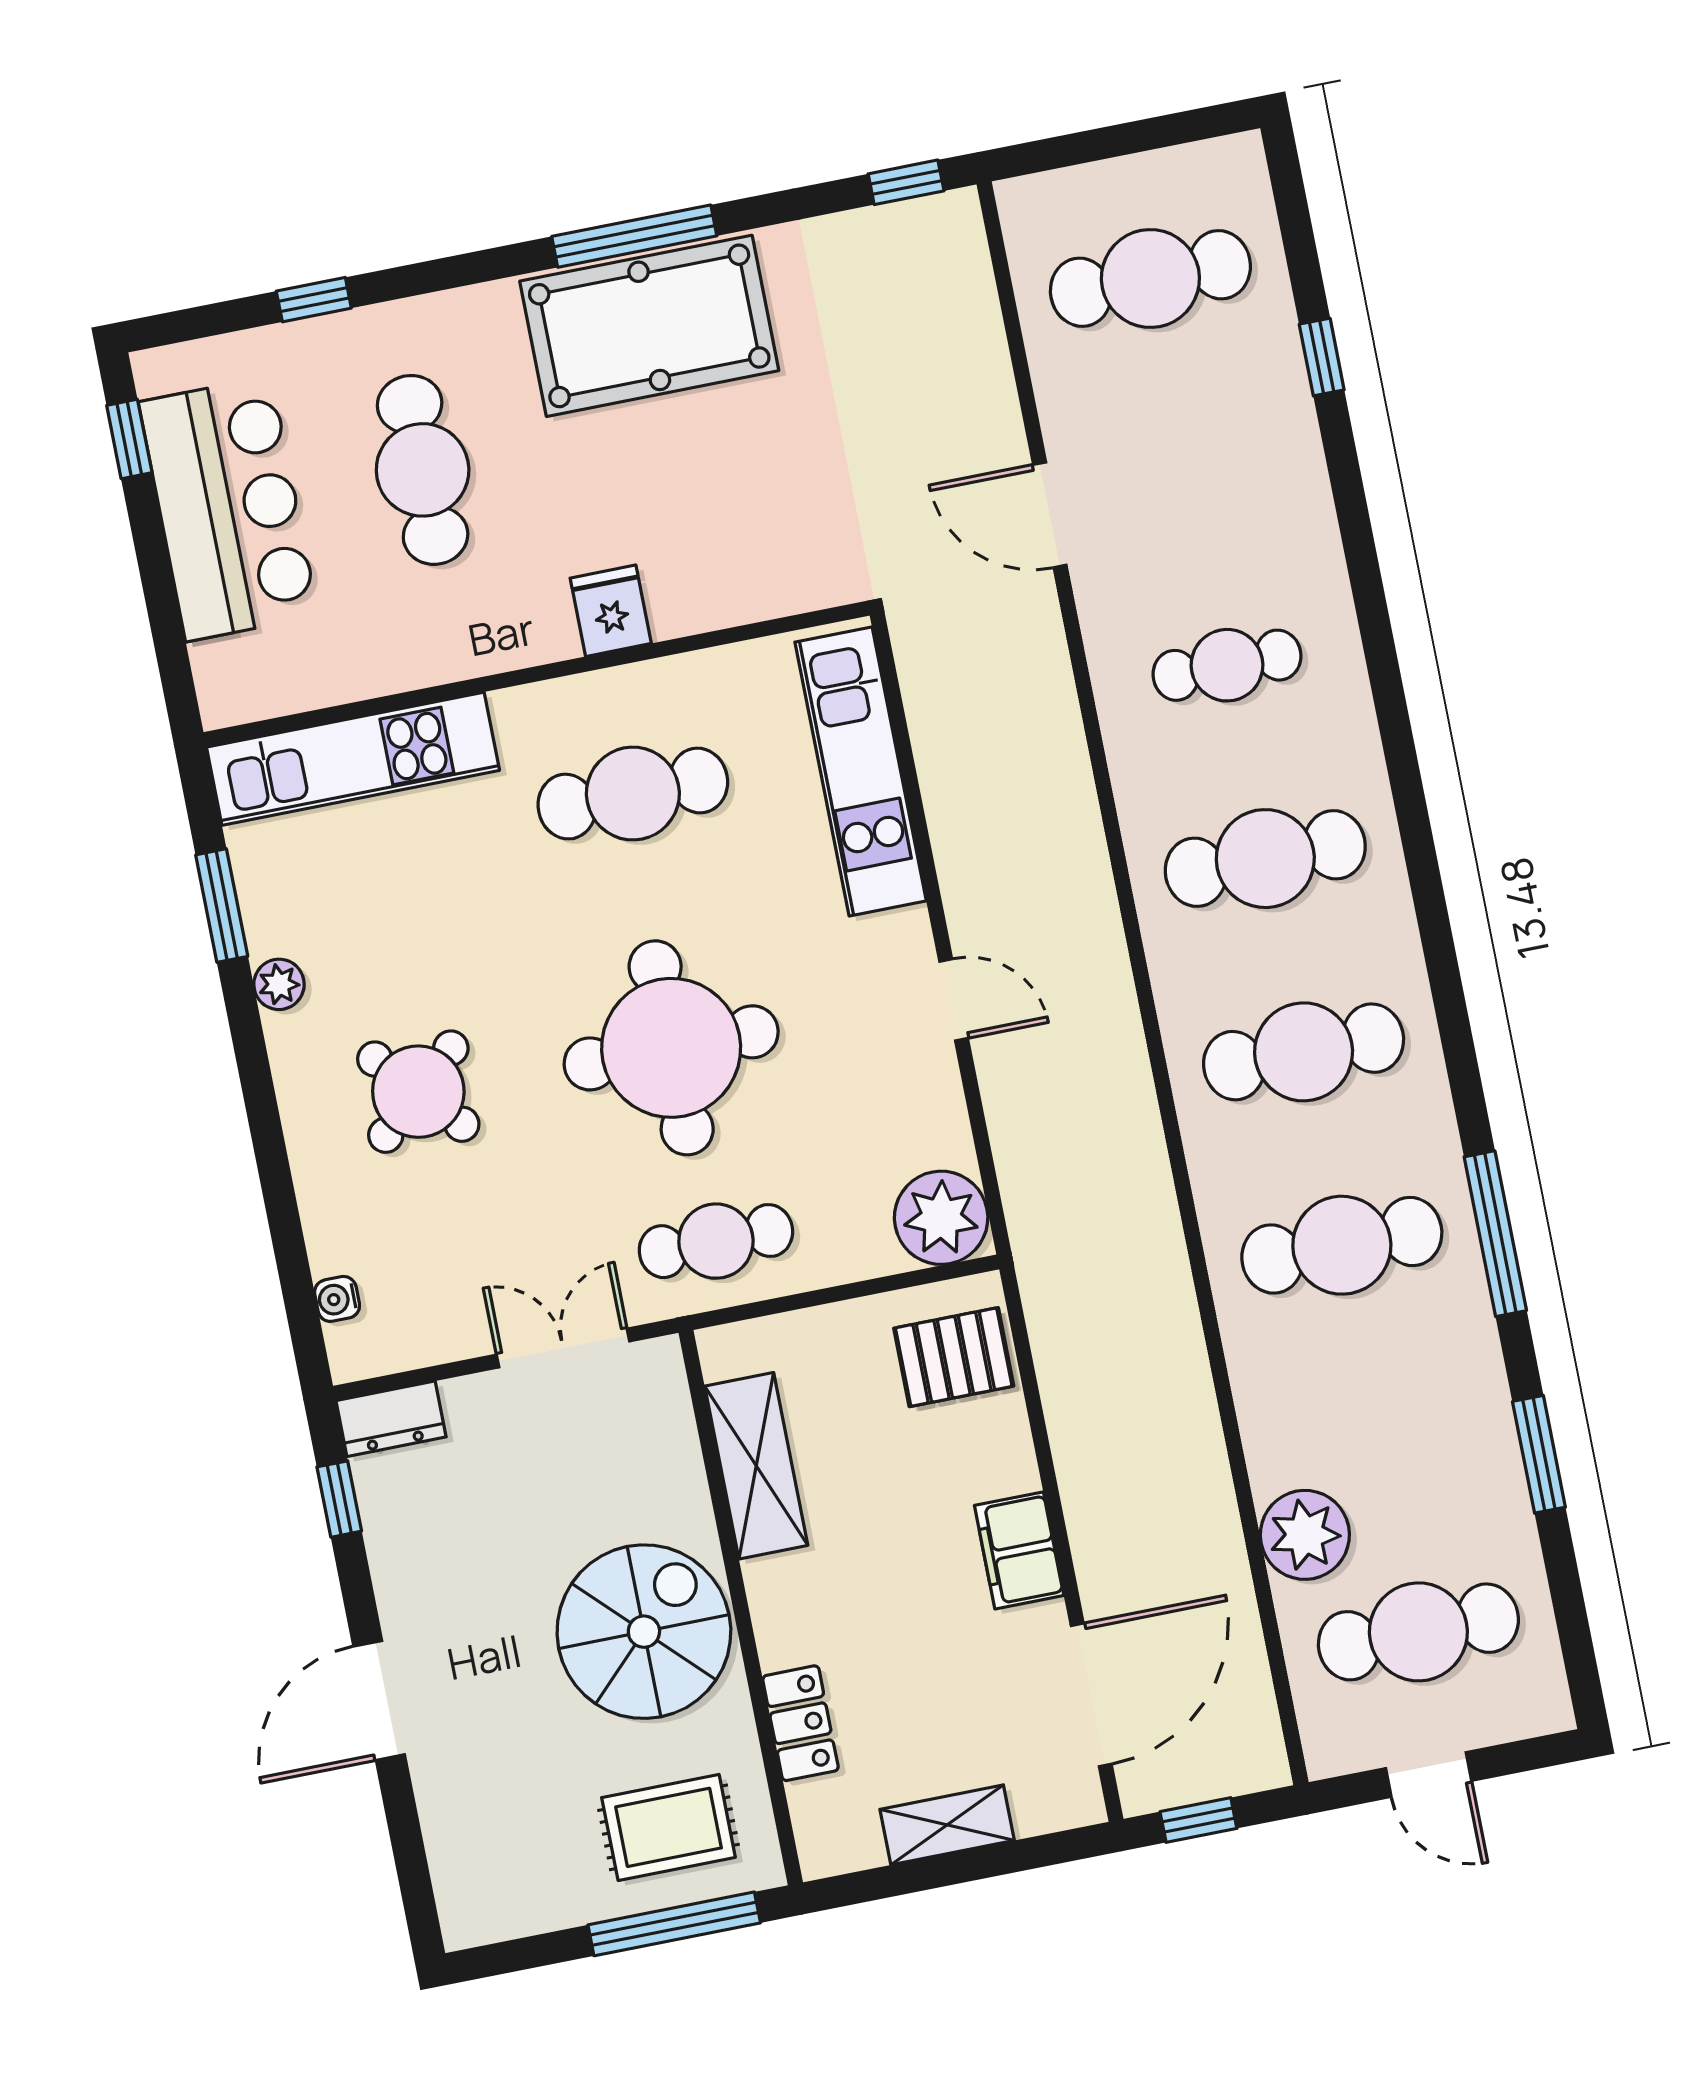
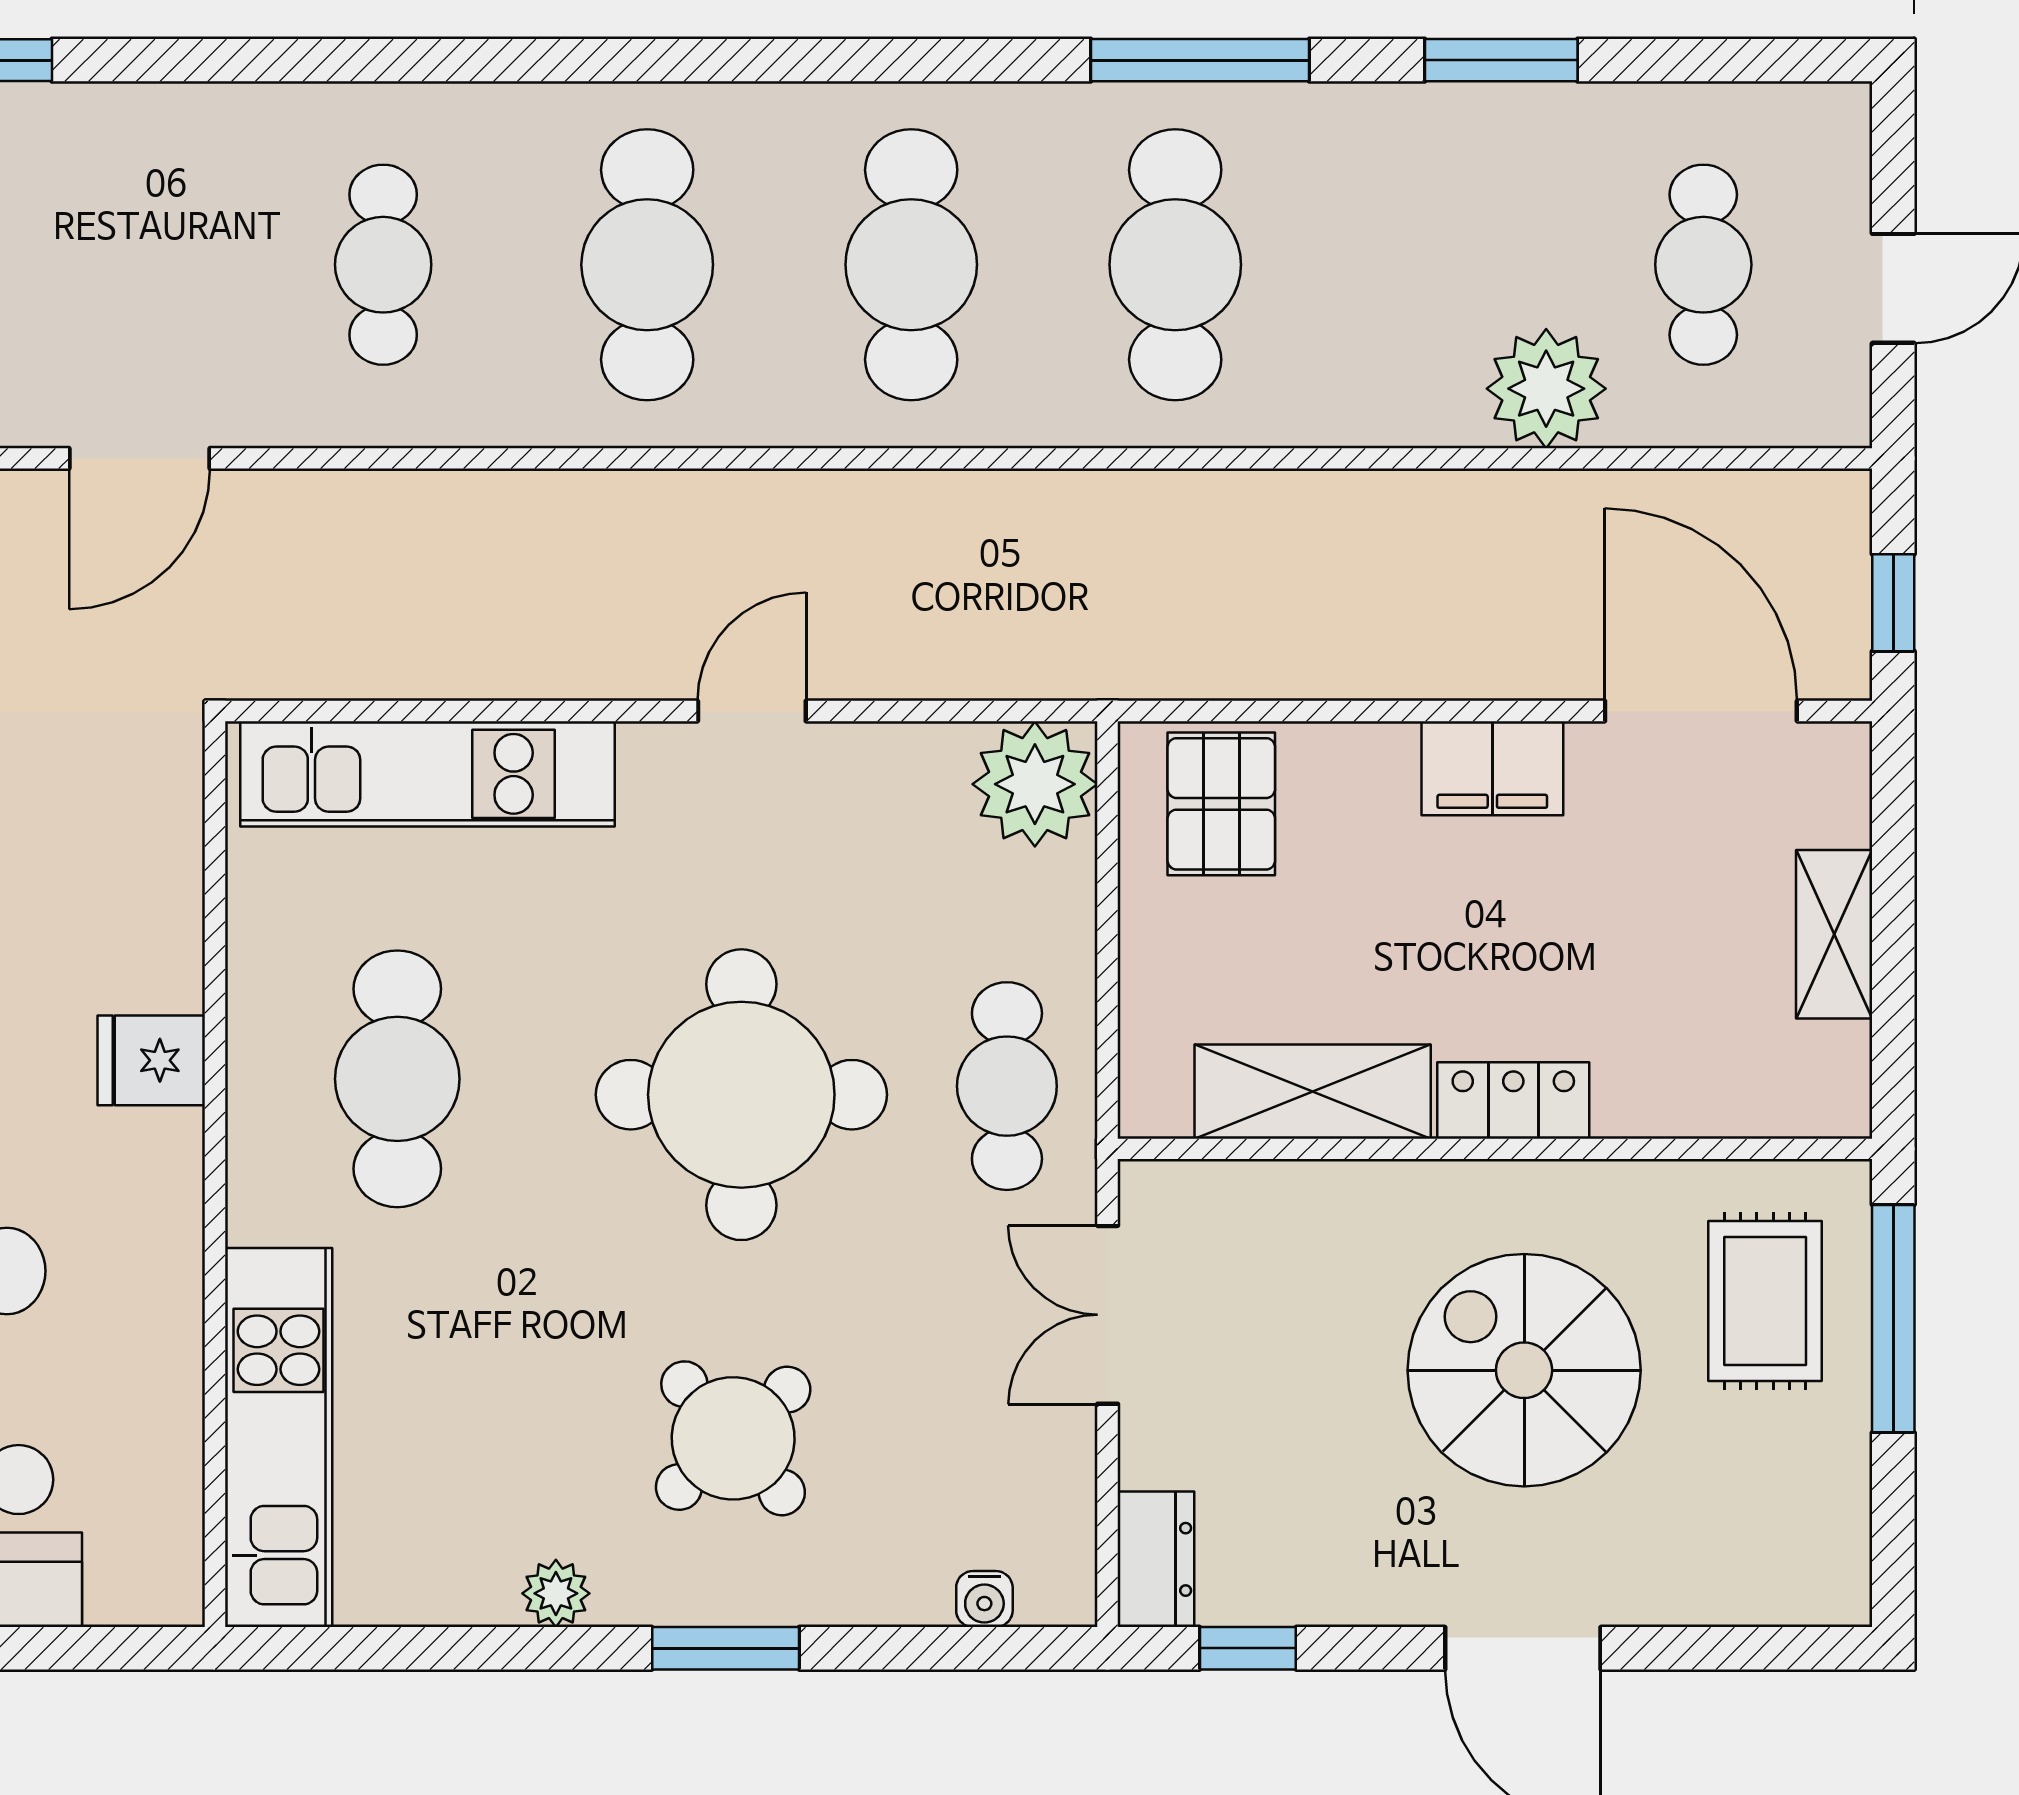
window: (222, 906) -> (726, 1648), moved
spiral stairs: (644, 1632) -> (1524, 1370), moved
cafe table: (1418, 1632) -> (1703, 265), width x0.73, depth x0.74
locker: (800, 1723) -> (1513, 1100), moved

